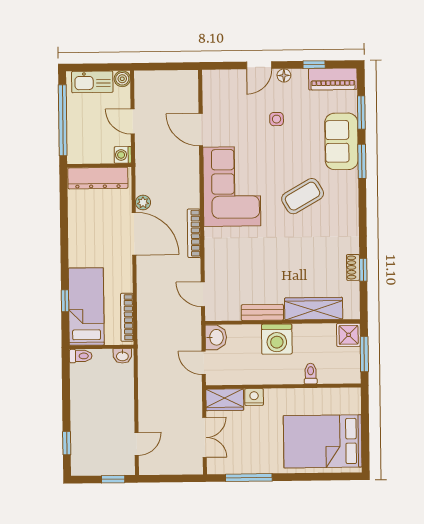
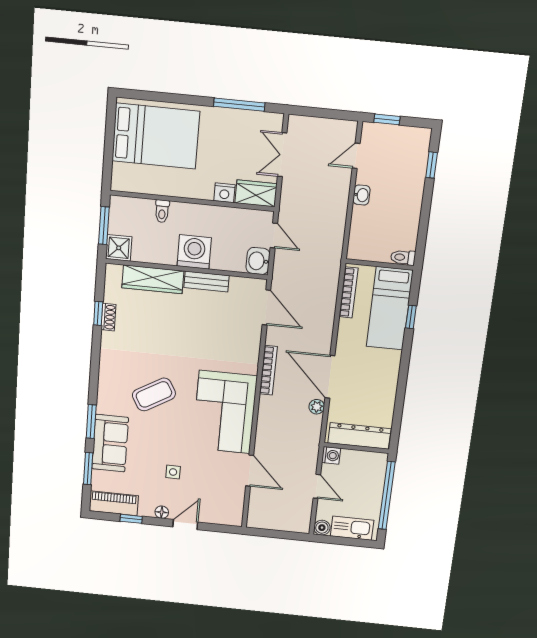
door: (203, 294) -> (266, 307), width x1.38
washbasin: (122, 356) -> (362, 195), moved, turned 90

